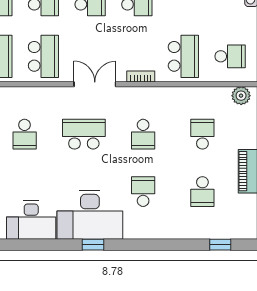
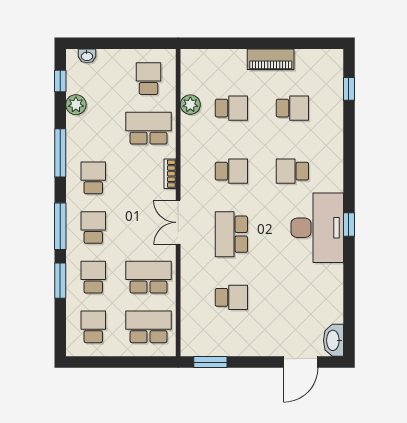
plant: (241, 96) -> (190, 105), moved
school desk: (202, 134) -> (231, 108), turned 180
desk: (31, 220) -> (323, 290), removed

